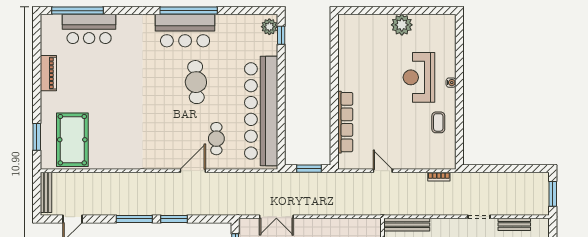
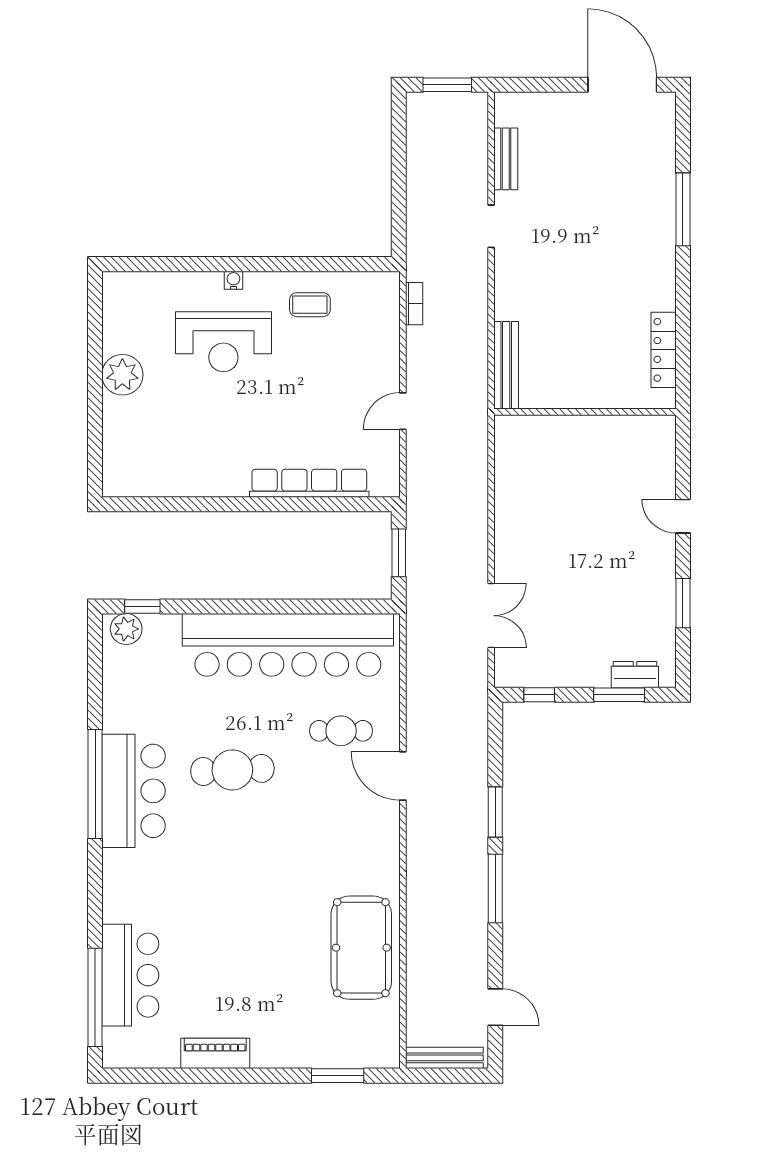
pool table: (72, 140) -> (361, 948), moved, turned 90

